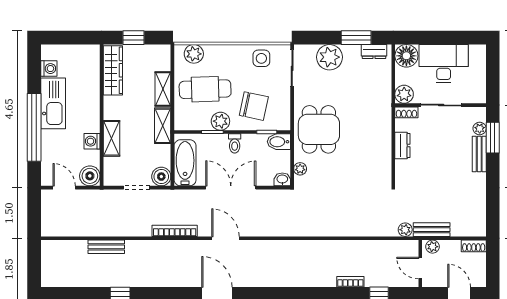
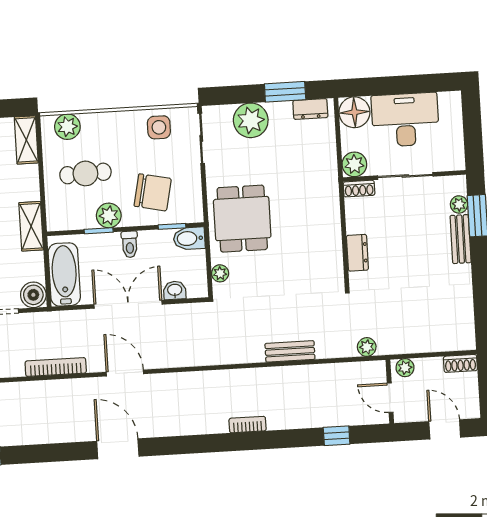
shelving: (163, 89) -> (26, 140), moved
cafe table: (205, 89) -> (85, 173), width x0.73, depth x0.74
dresser: (402, 146) -> (357, 253), moved
washbasin: (282, 179) -> (175, 290), moved
bench: (432, 230) -> (290, 351), moved
bookcase: (350, 282) -> (248, 425), moved

